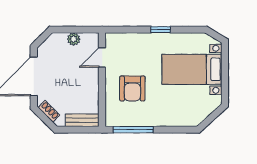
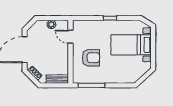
door: (102, 57) -> (71, 37), hinge flipped
armchair: (132, 88) -> (91, 58), turned -90

